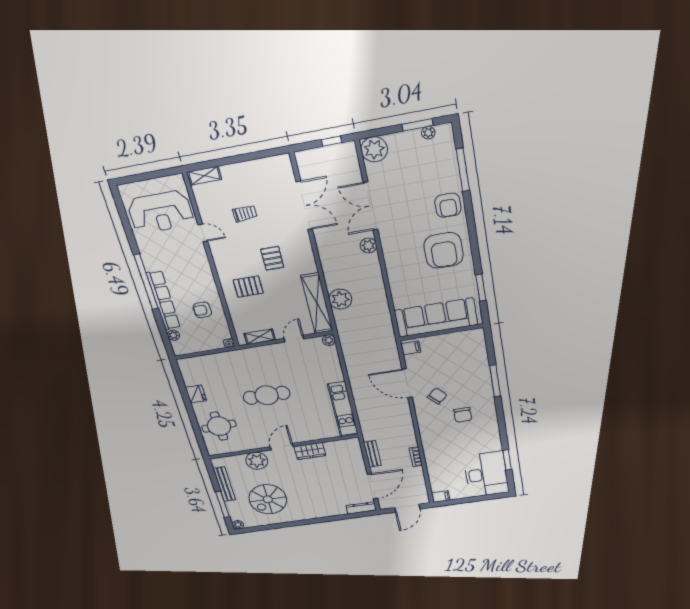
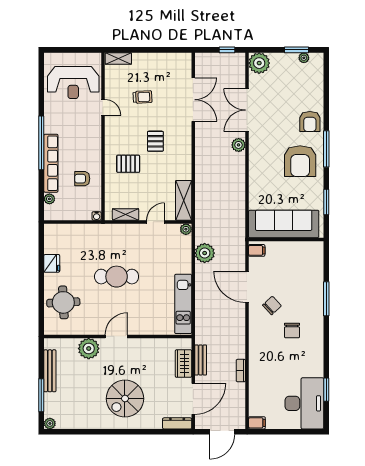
window: (463, 170) -> (326, 149), moved
plant: (340, 299) -> (205, 253), moved
shelving: (317, 303) -> (184, 200), width x0.68
wardrobe: (310, 451) -> (183, 364), moved, turned 90
spiral stairs: (268, 499) -> (125, 399), moved

